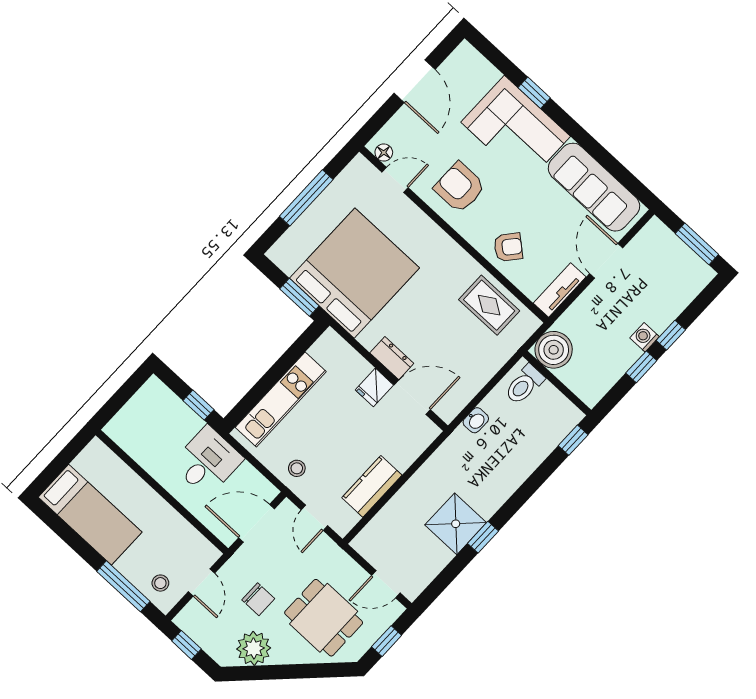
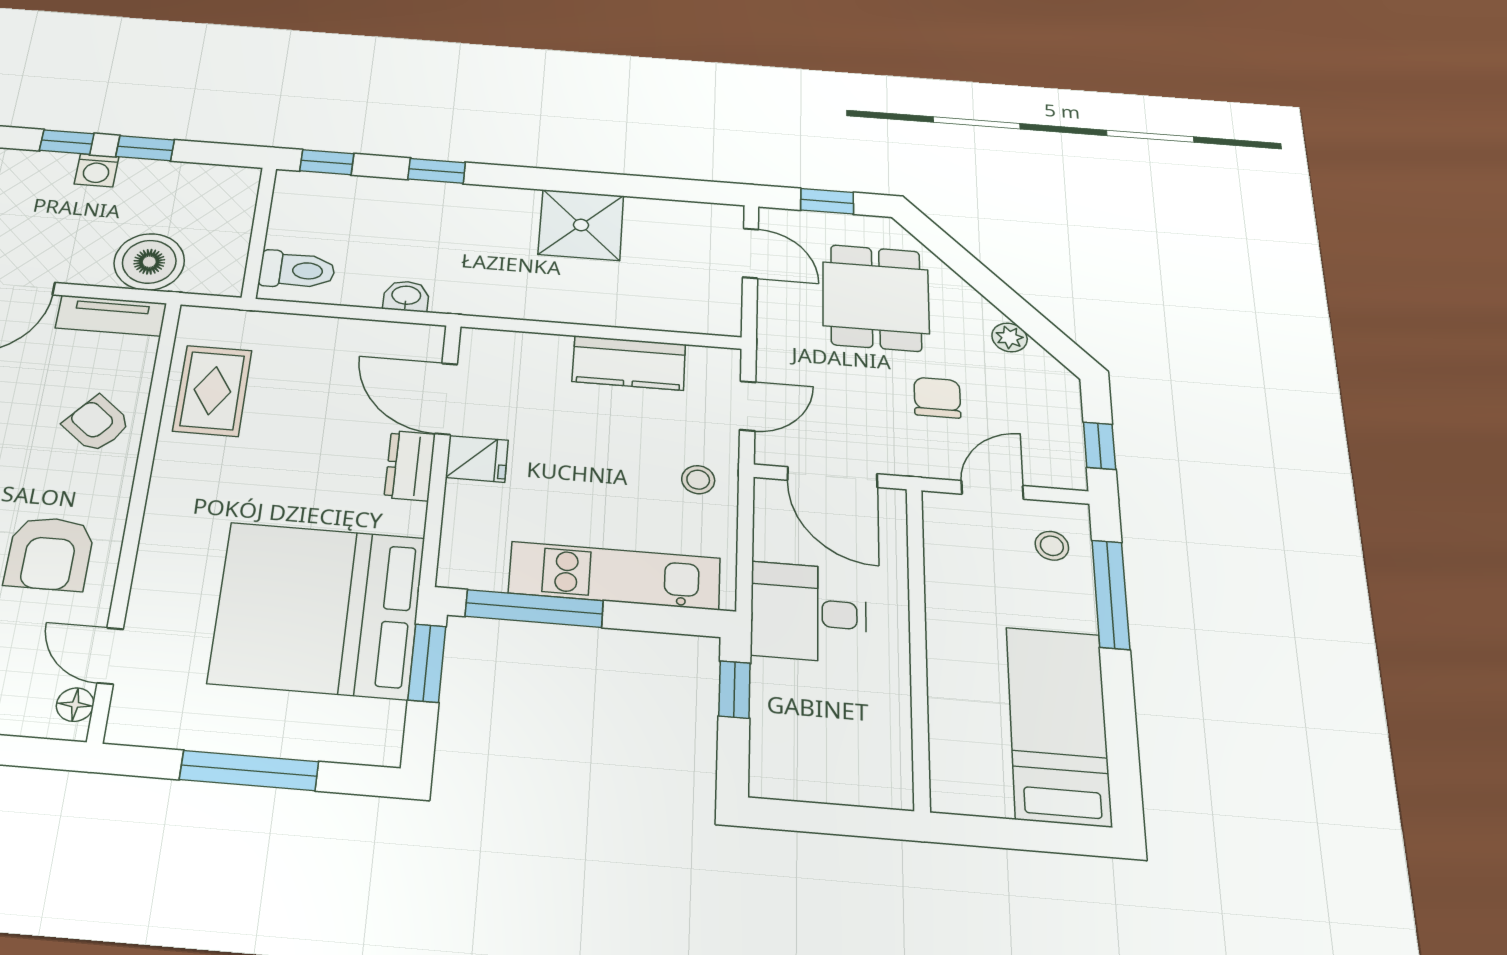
boiler: (554, 350) -> (149, 262), moved
window: (291, 357) -> (534, 608), added
window: (483, 537) -> (437, 171), moved
plant: (254, 648) -> (1010, 337), width x0.53, depth x0.53

